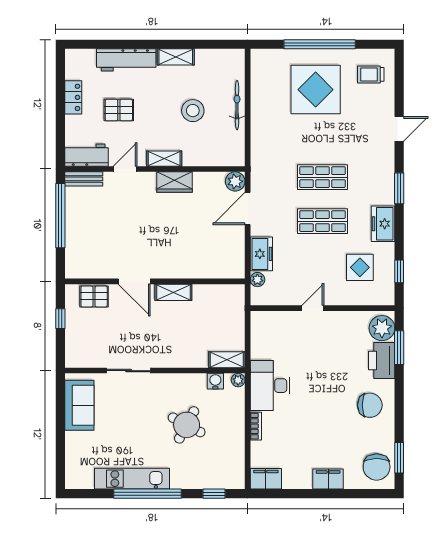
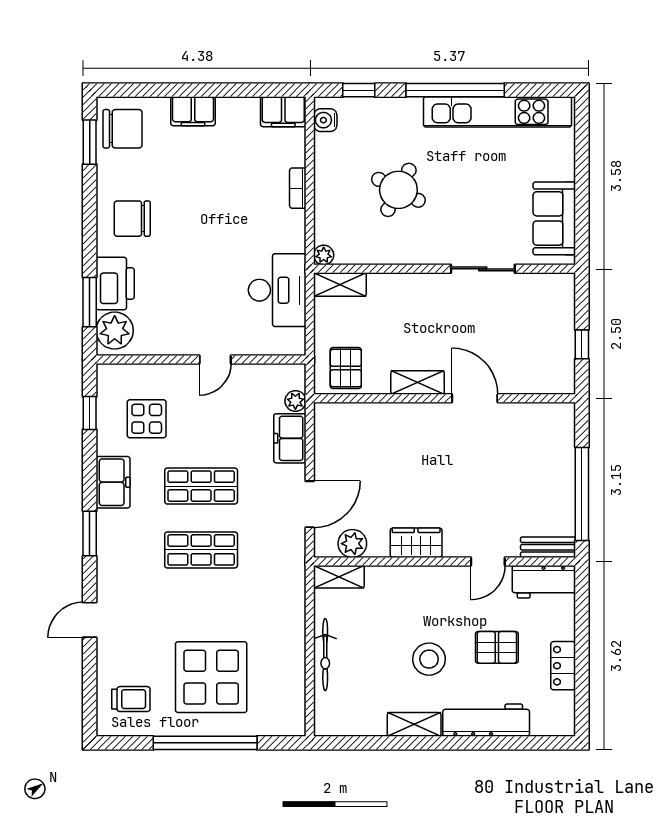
stool: (193, 111) -> (429, 659), moved
shelving: (164, 159) -> (339, 577), moved
plant: (235, 181) -> (352, 544), moved
pallet: (94, 296) -> (346, 368), moved, turned 90
water cooler: (215, 381) -> (325, 120), moved, turned 90
desk: (270, 386) -> (277, 290), moved
chair: (377, 467) -> (122, 129), turned 90
kitchen unit: (132, 479) -> (497, 112), width x1.36

